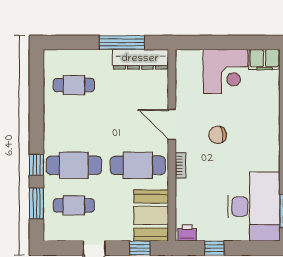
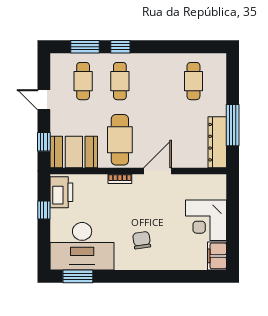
chair: (218, 135) -> (142, 240), moved
cafe table: (74, 165) -> (120, 81), width x0.73, depth x0.74
printer: (187, 233) -> (61, 192), width x1.87, depth x1.48

